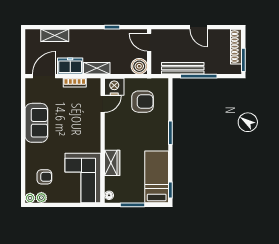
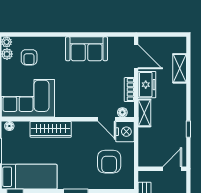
boiler: (139, 66) -> (147, 158), removed
floor lamp: (96, 89) -> (122, 112), added
wardrobe: (112, 163) -> (51, 129), width x1.50

